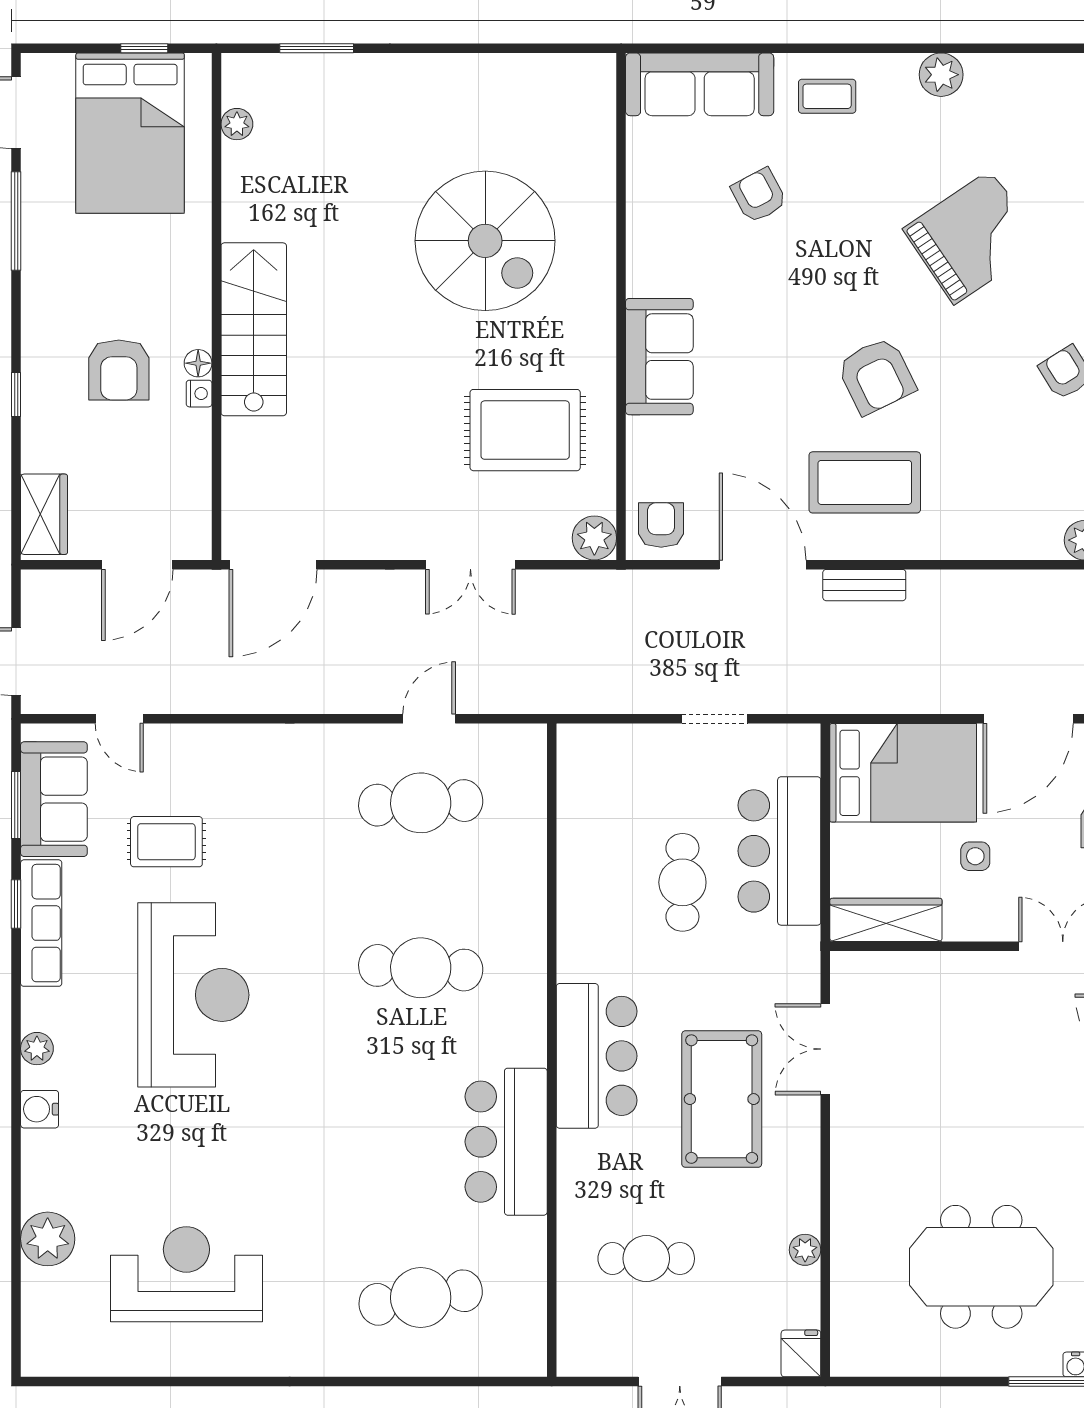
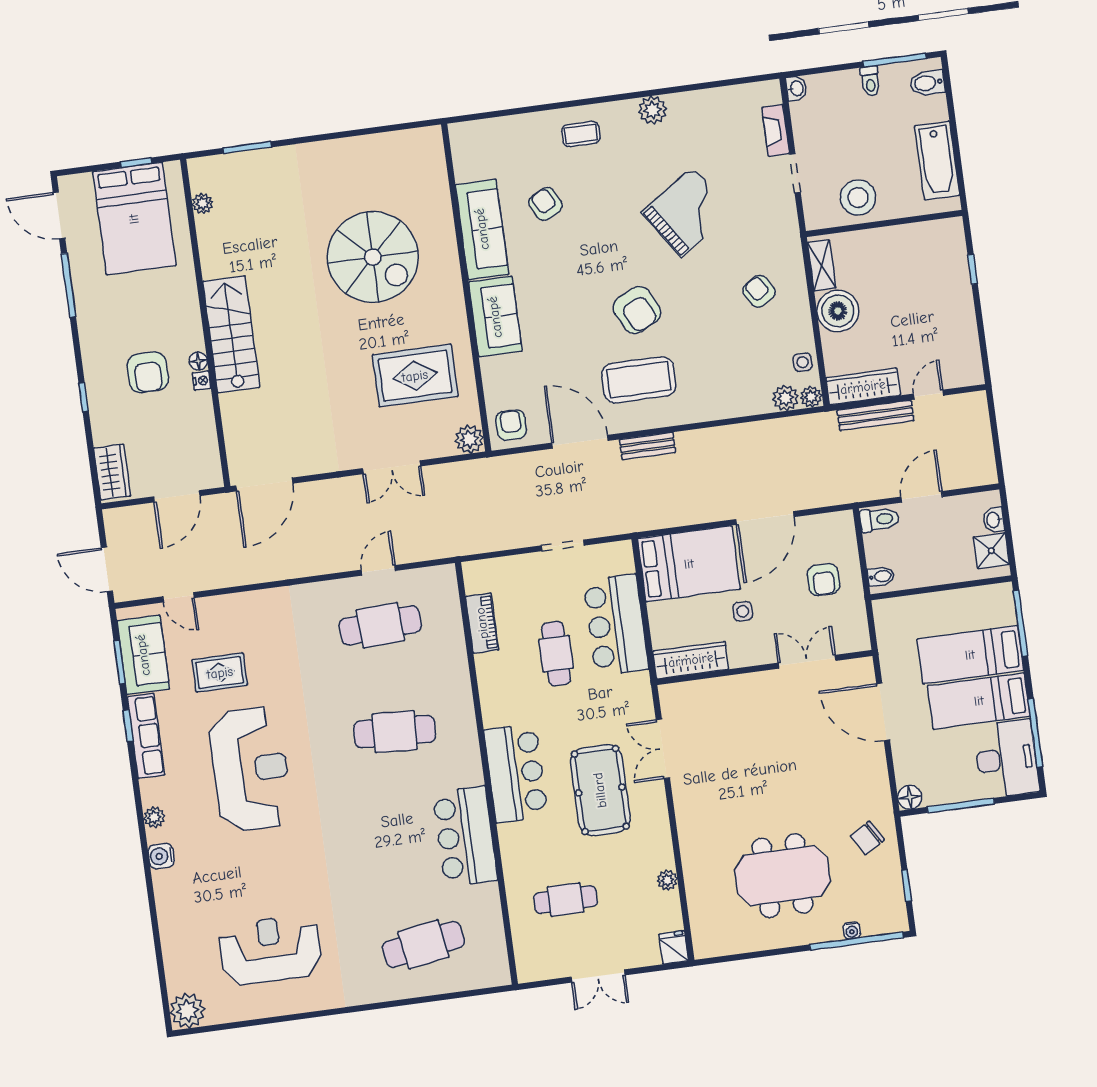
sofa: (700, 84) -> (482, 229), moved, turned -90
piano: (576, 821) -> (482, 623), added
plant: (48, 1239) -> (187, 1011), moved

